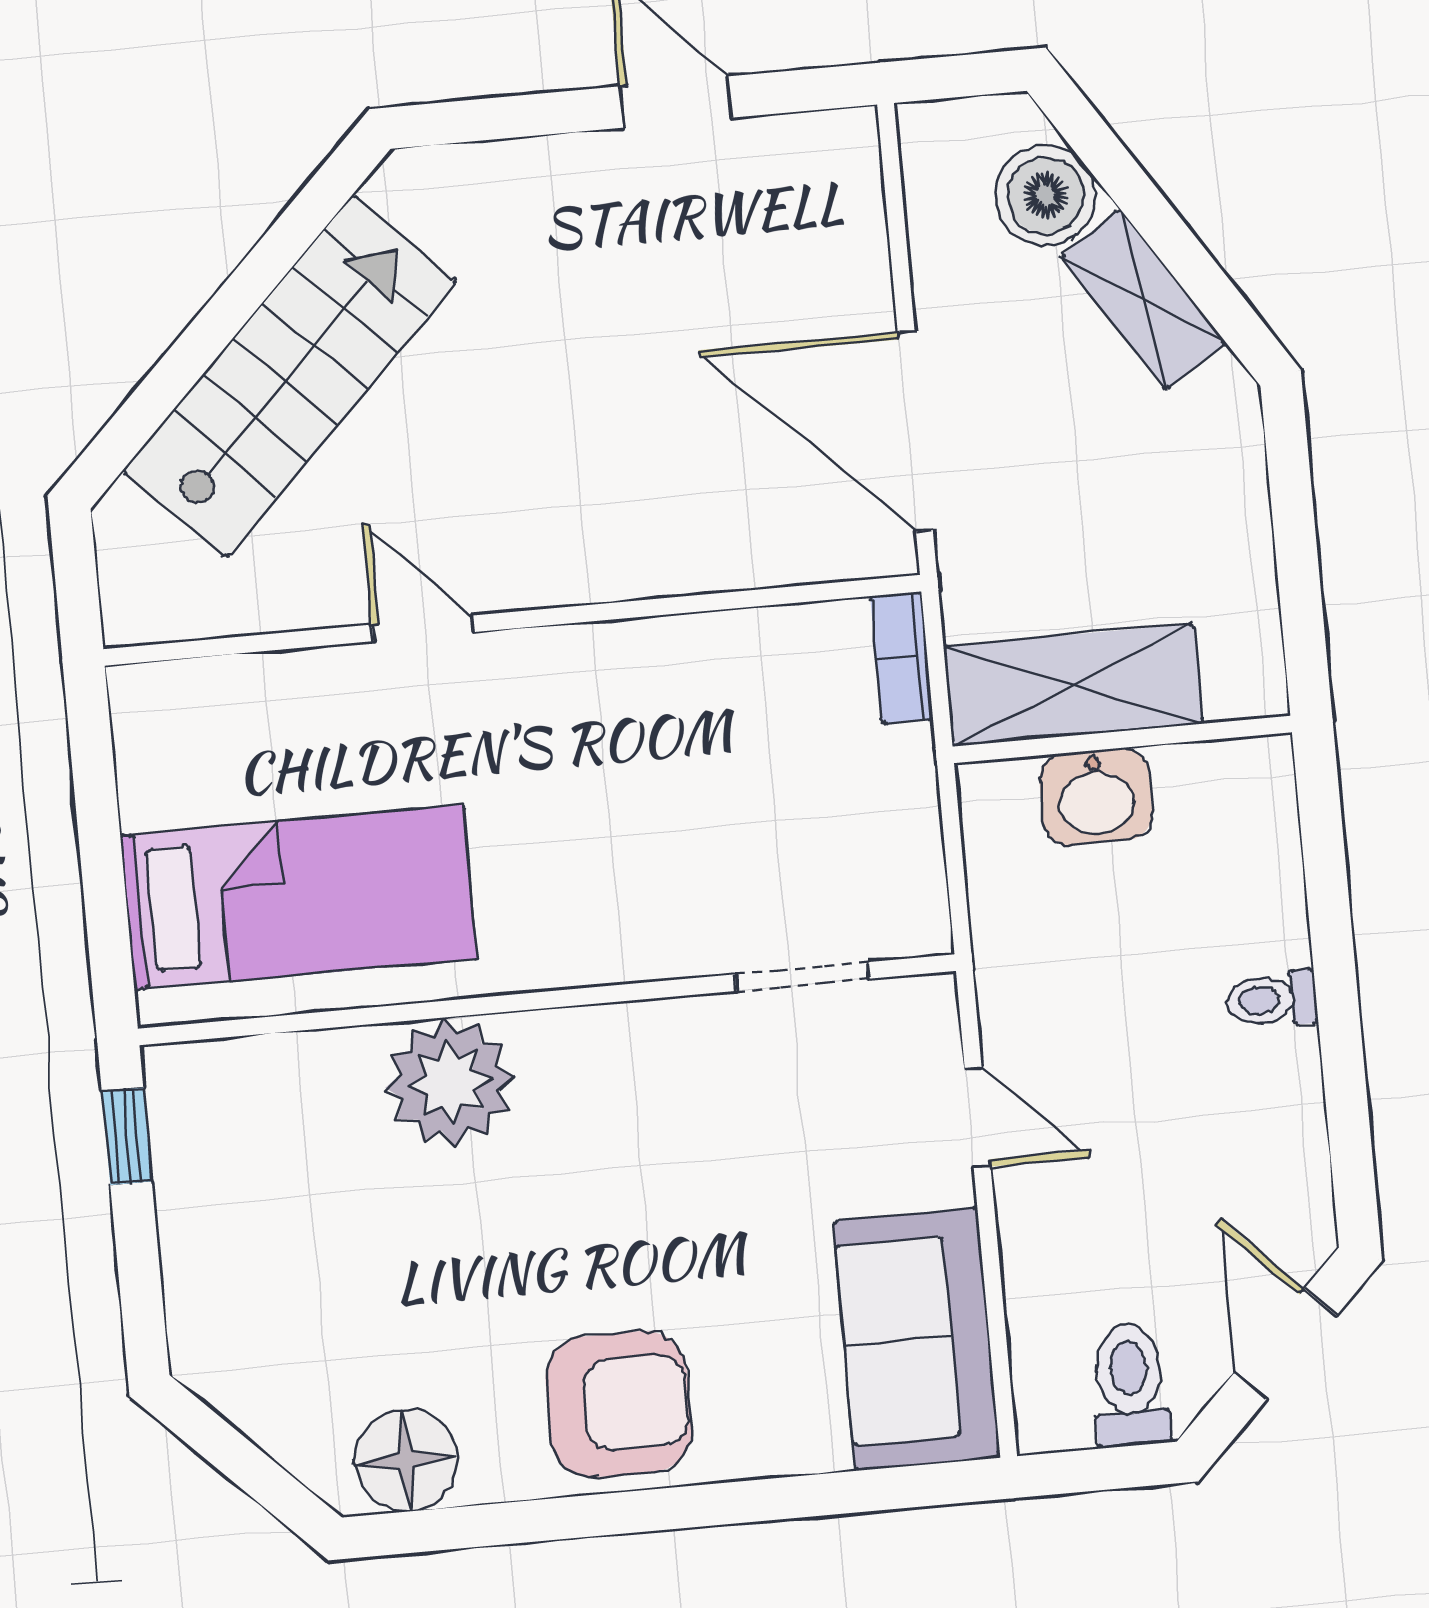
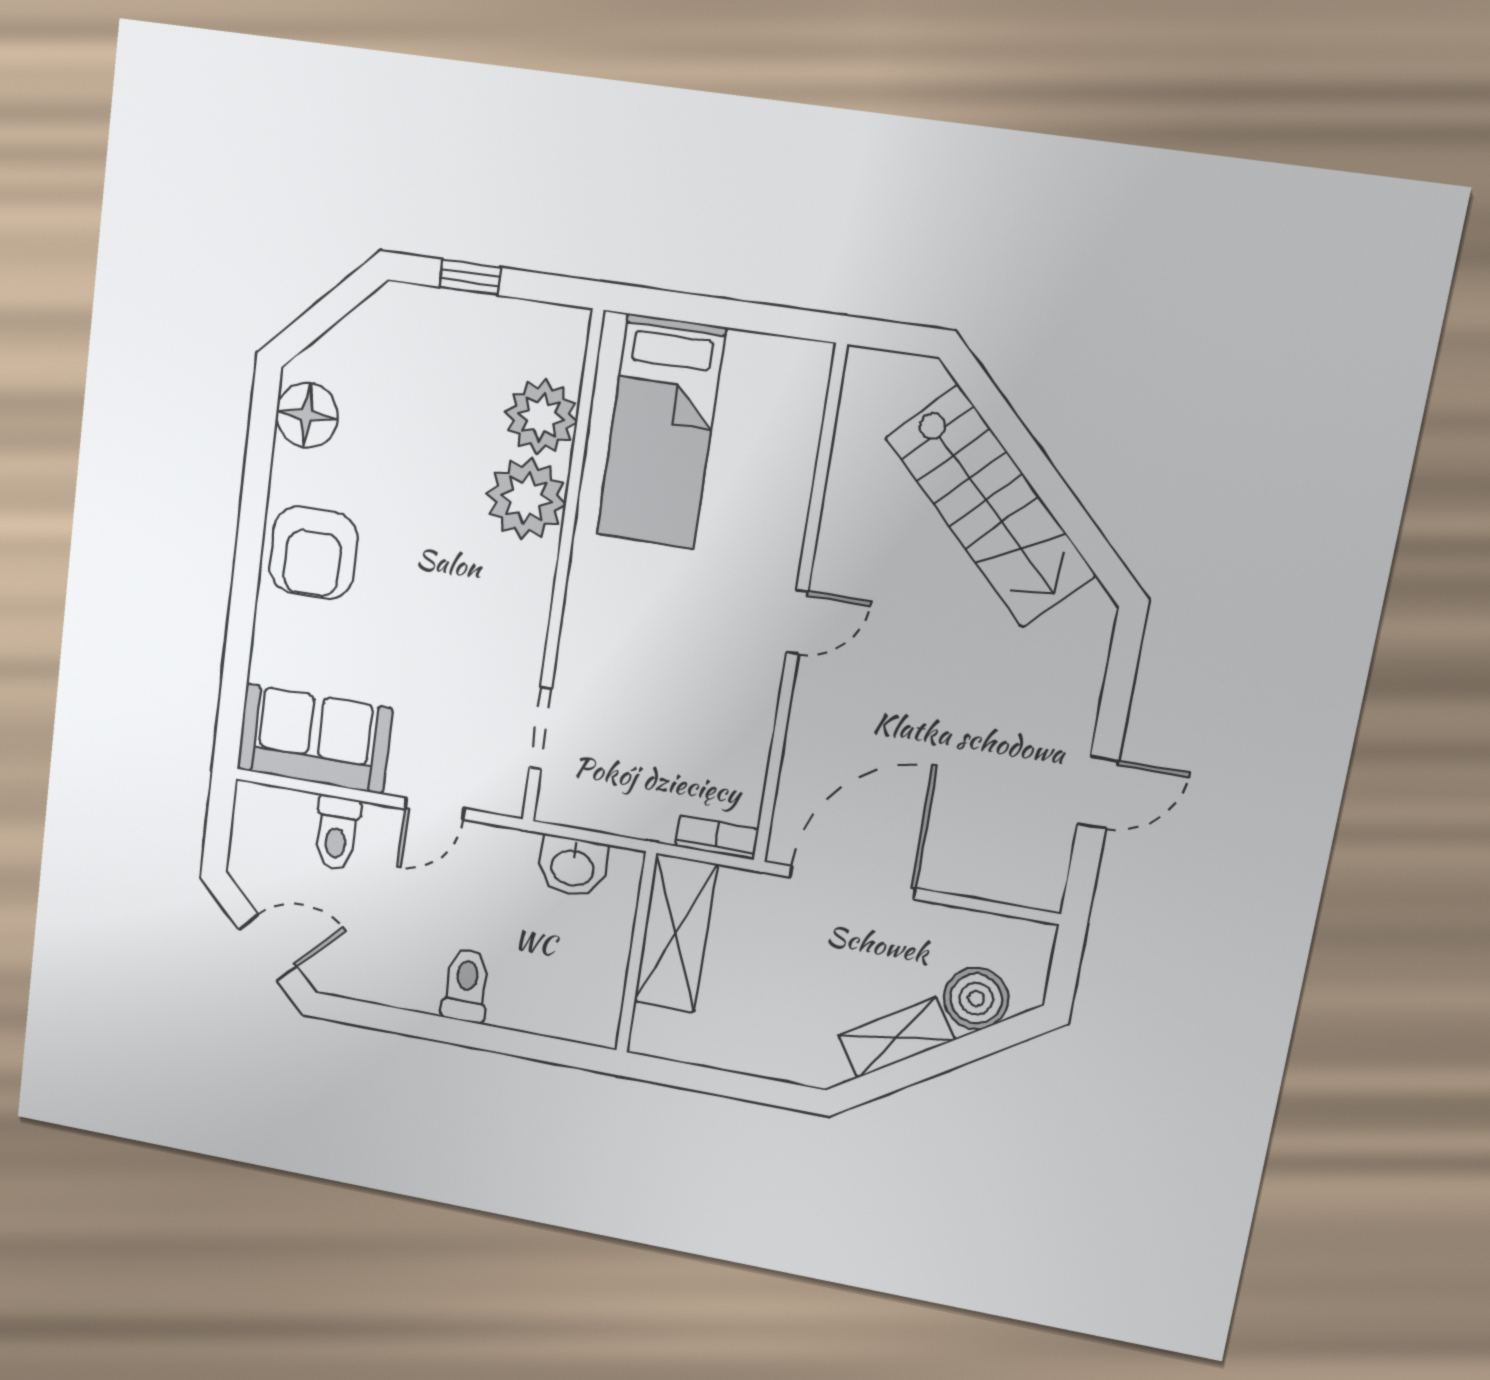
door: (422, 628) -> (797, 622), moved
washbasin: (1096, 797) -> (573, 866), moved, turned -90
toilet: (1272, 999) -> (466, 985), width x1.37, depth x1.39
plant: (320, 1087) -> (541, 417), added
window: (127, 1136) -> (470, 277), moved
toilet: (1130, 1385) -> (337, 833), moved, turned 90

